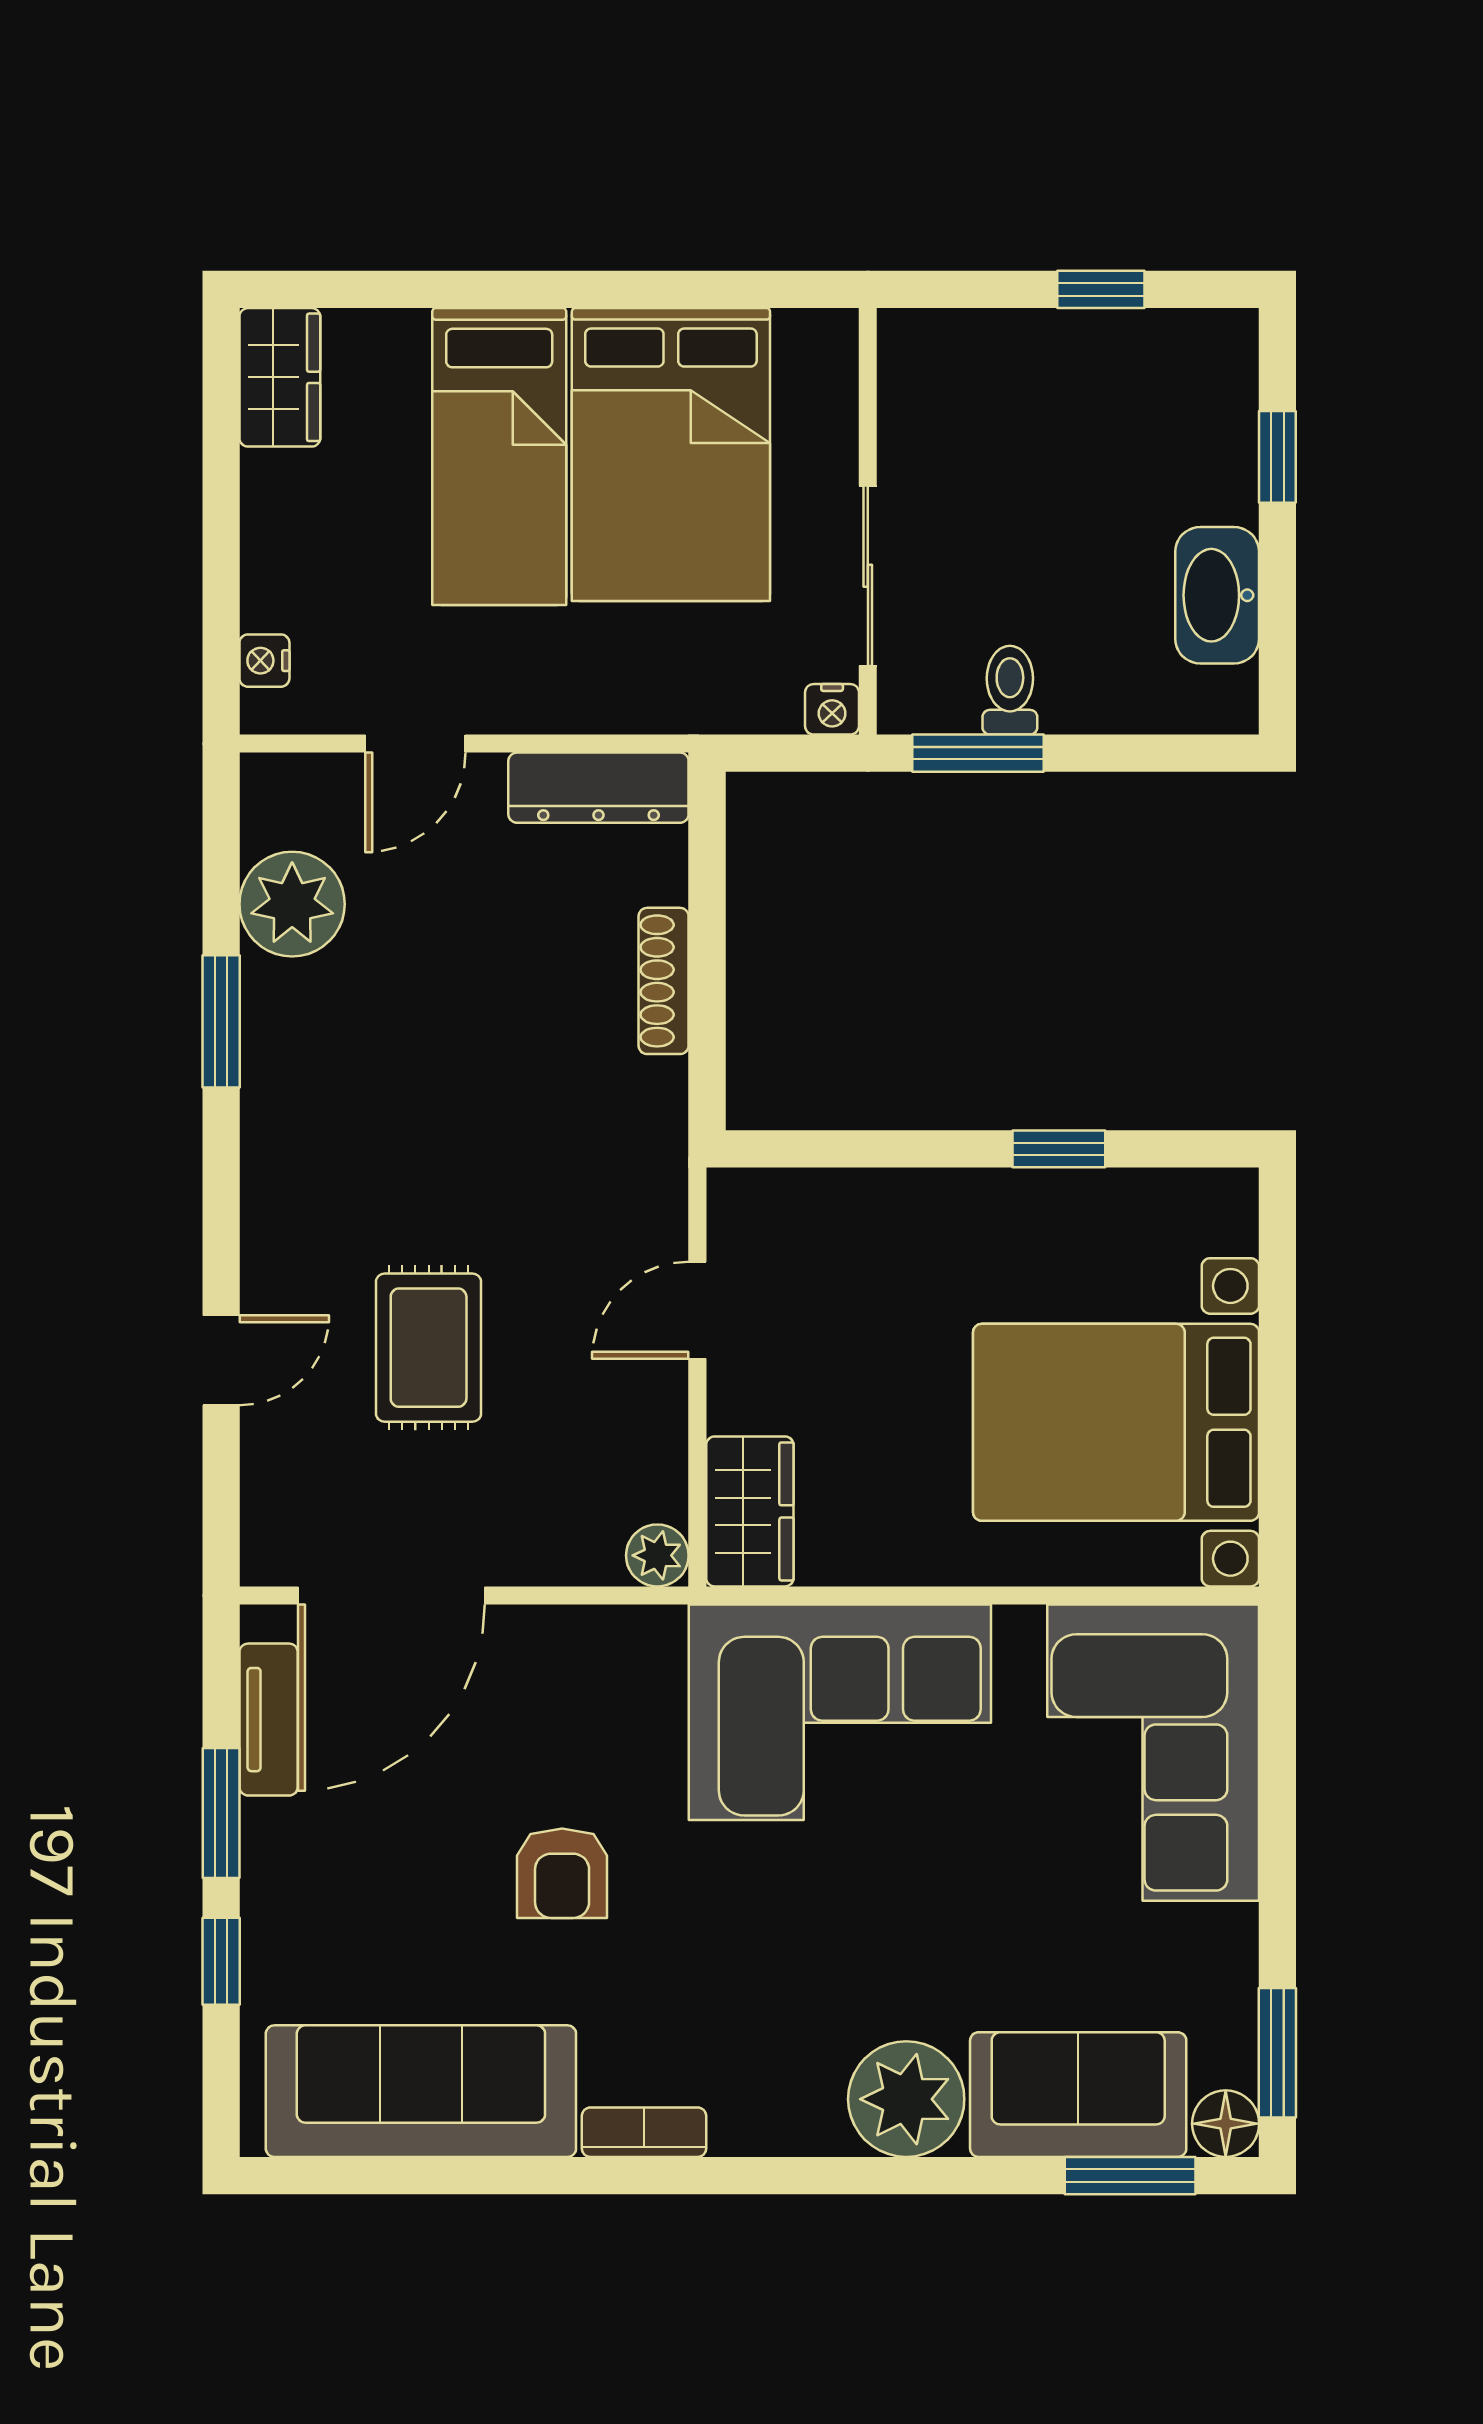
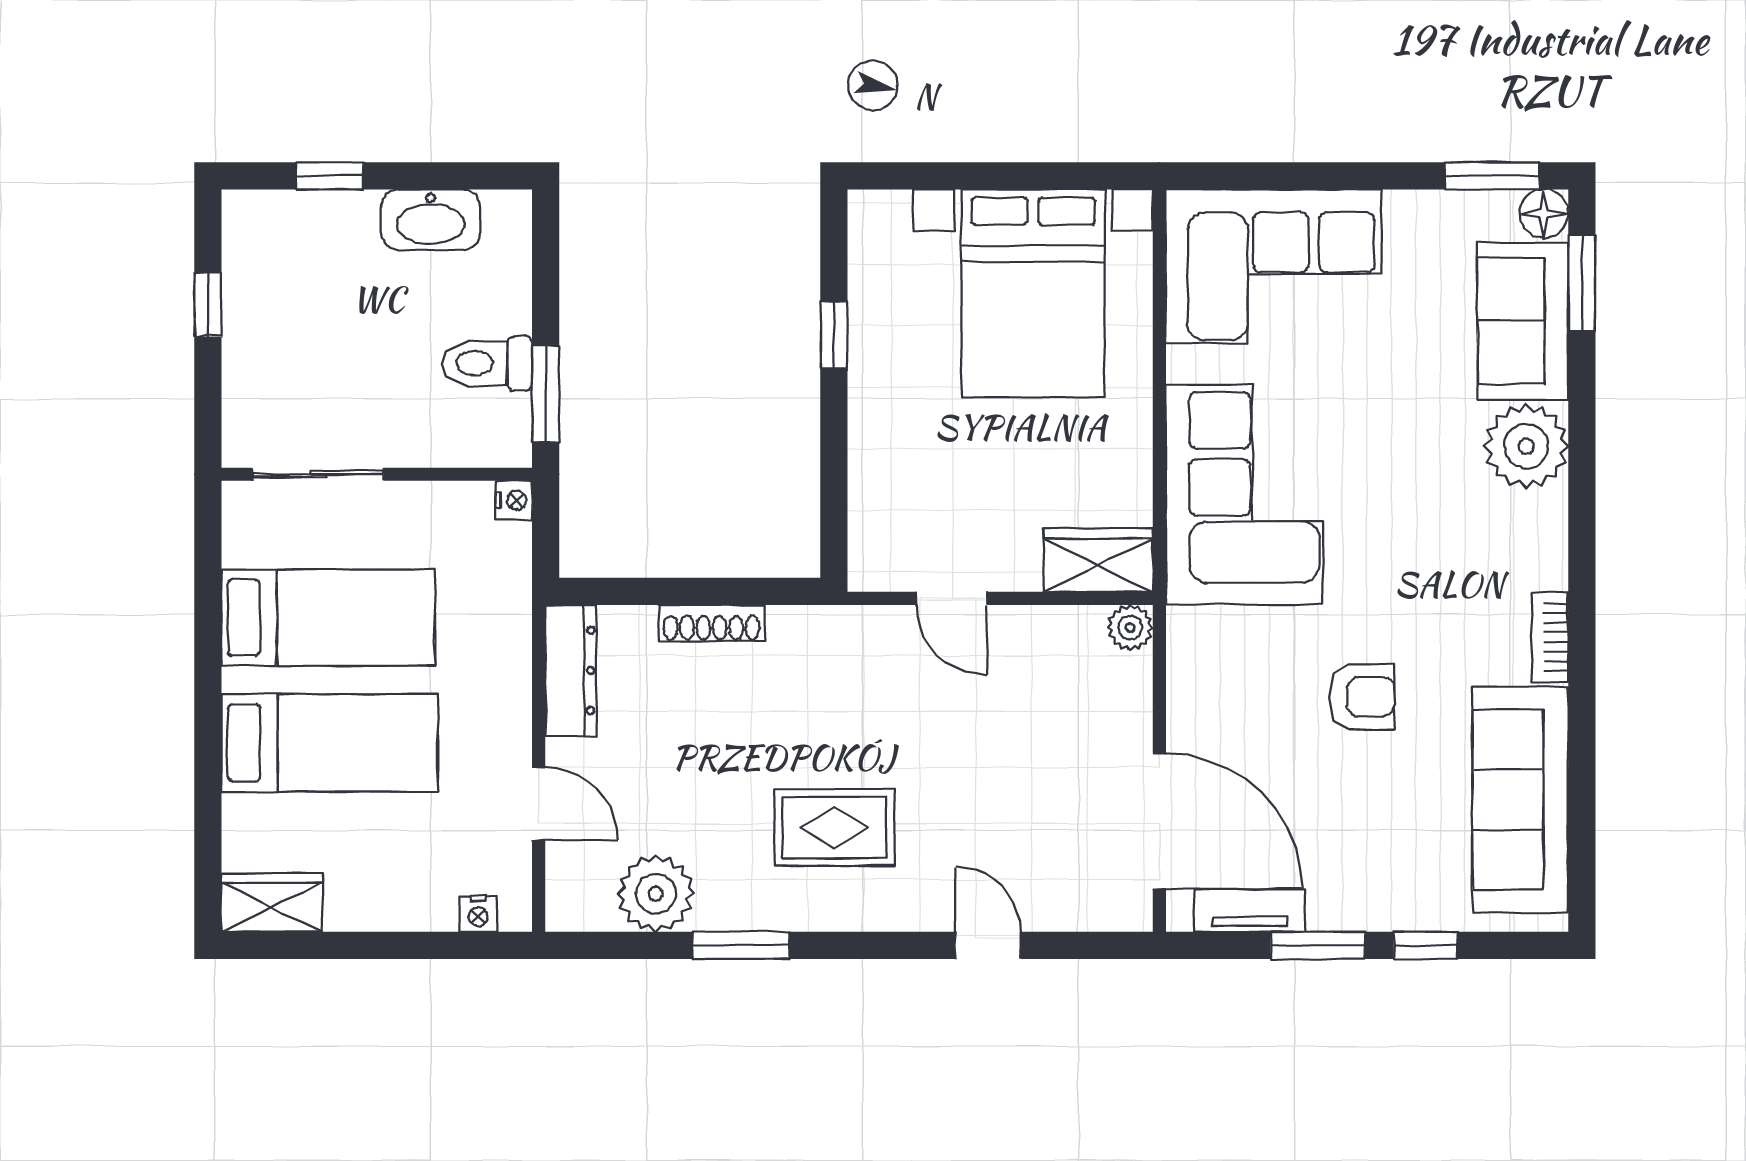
bed: (671, 455) -> (328, 618), width x0.67
sliding door: (868, 576) -> (318, 474), moved
toilet: (1010, 690) -> (487, 363), width x1.37, depth x1.39
rug: (429, 1348) -> (834, 828), moved

